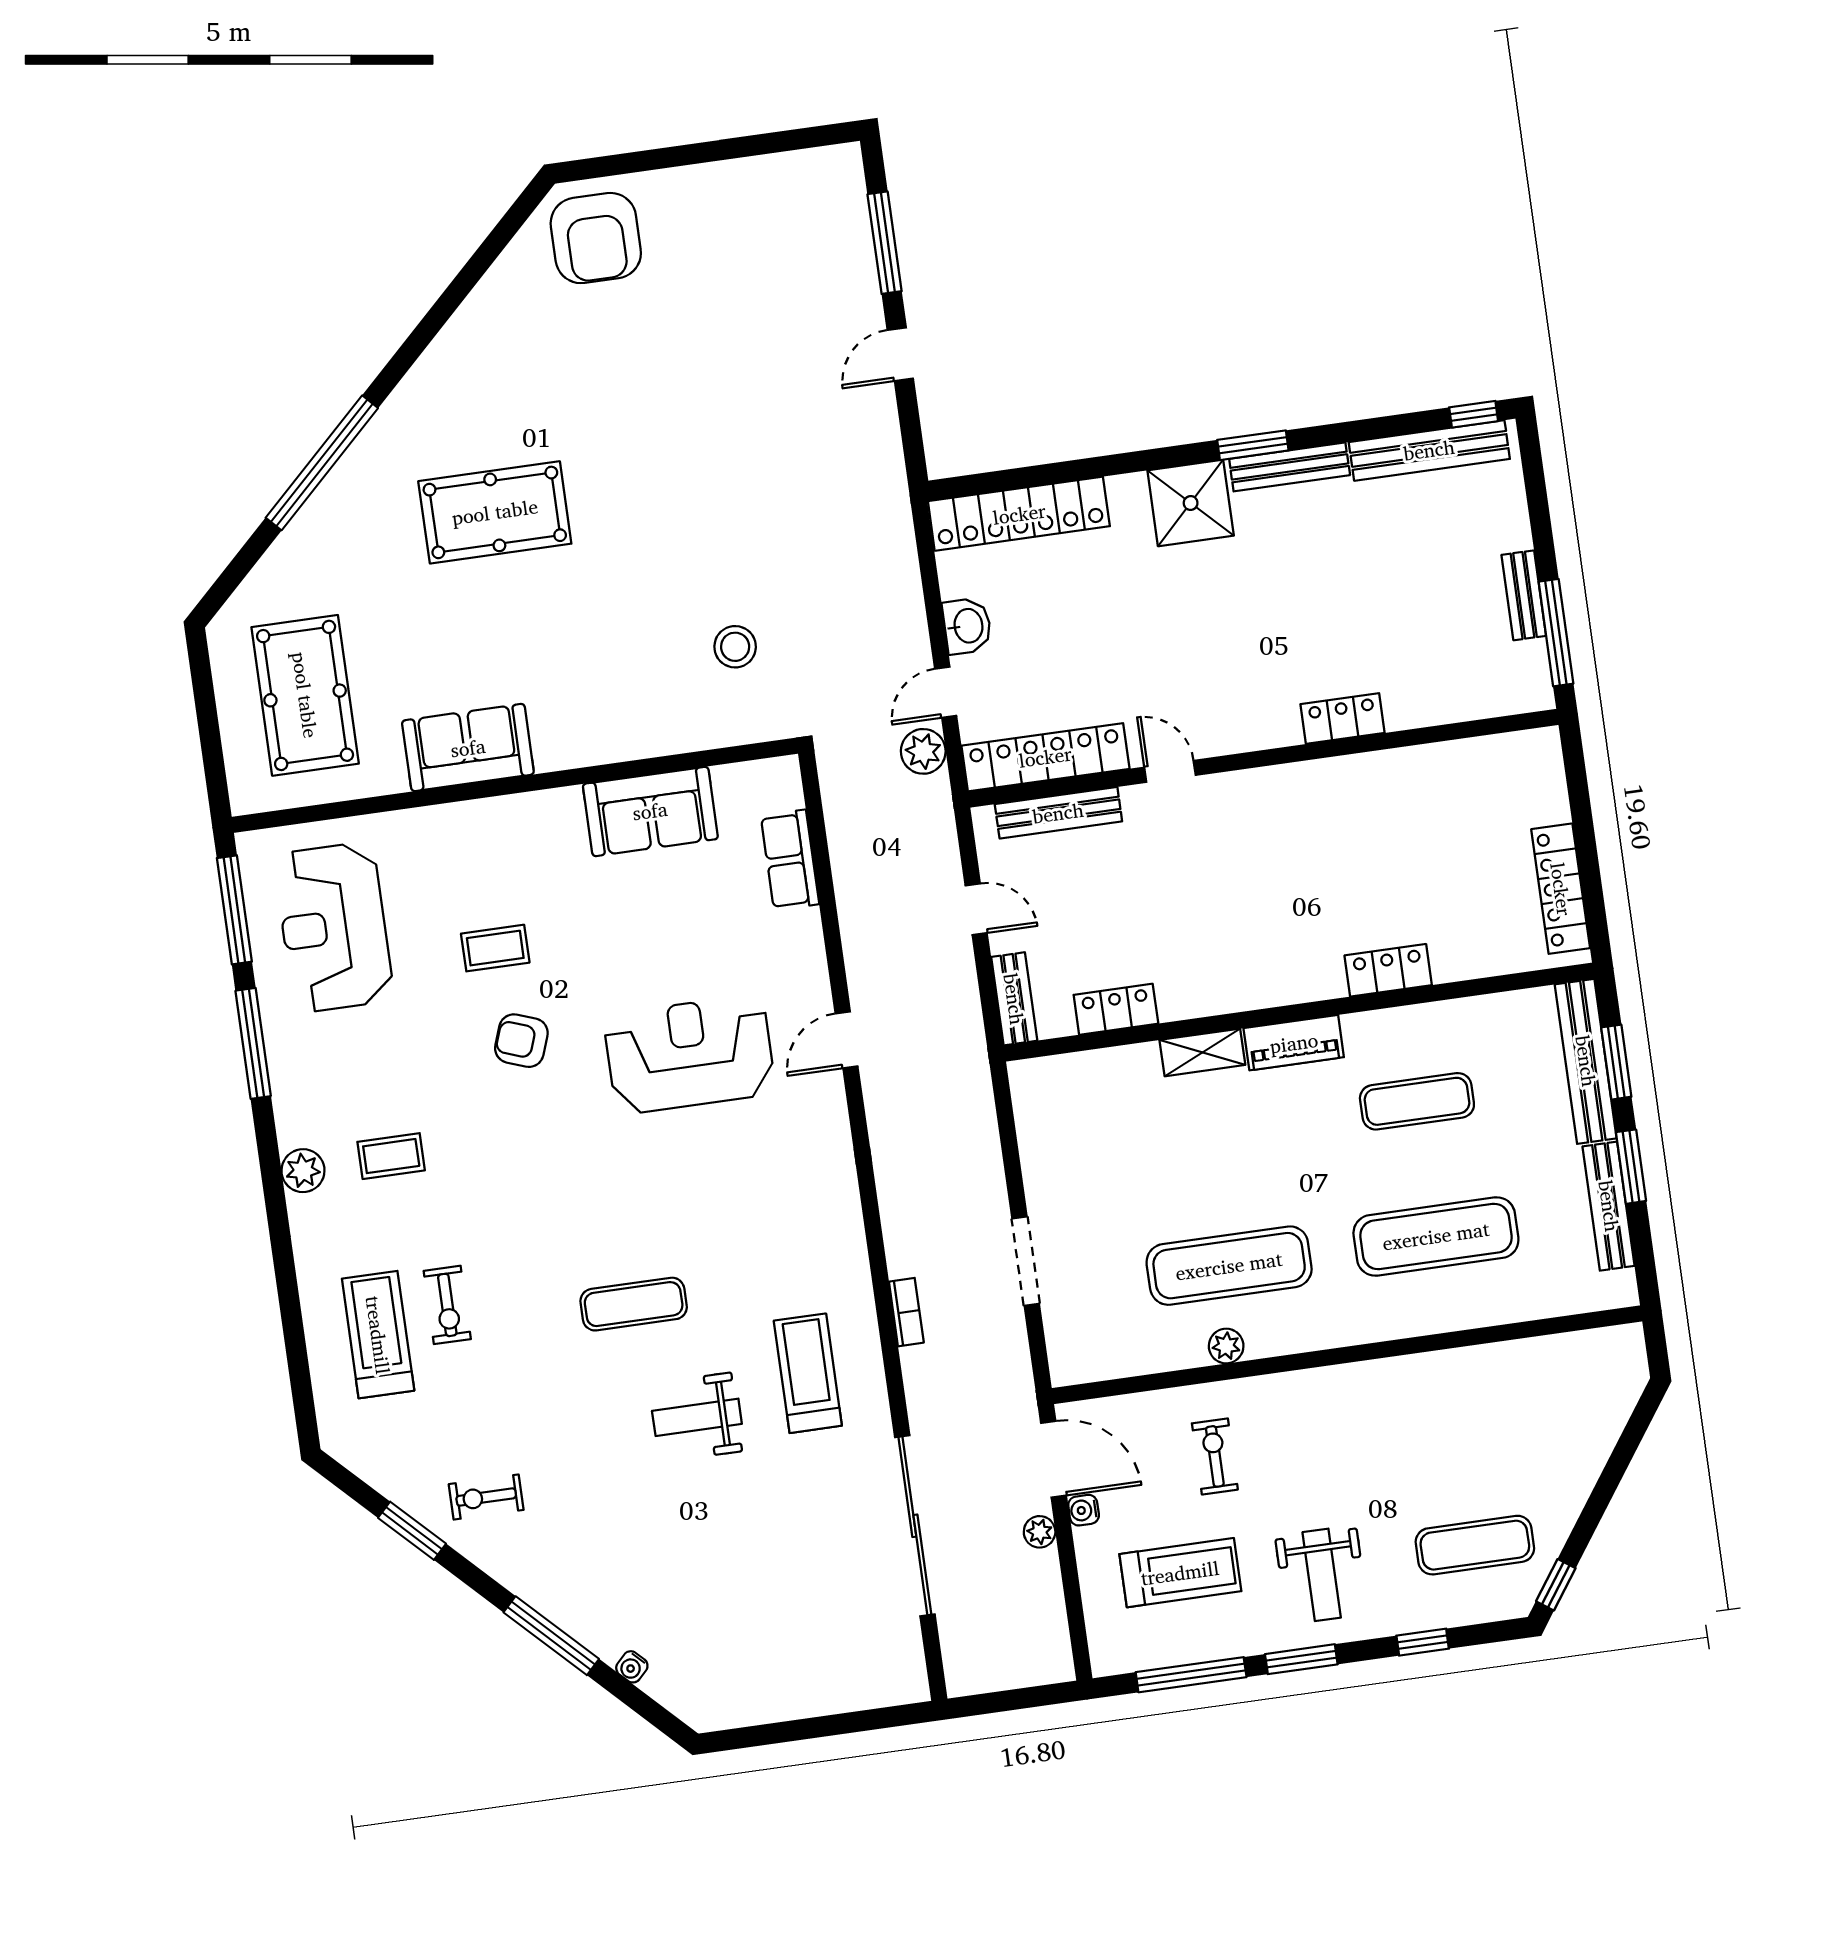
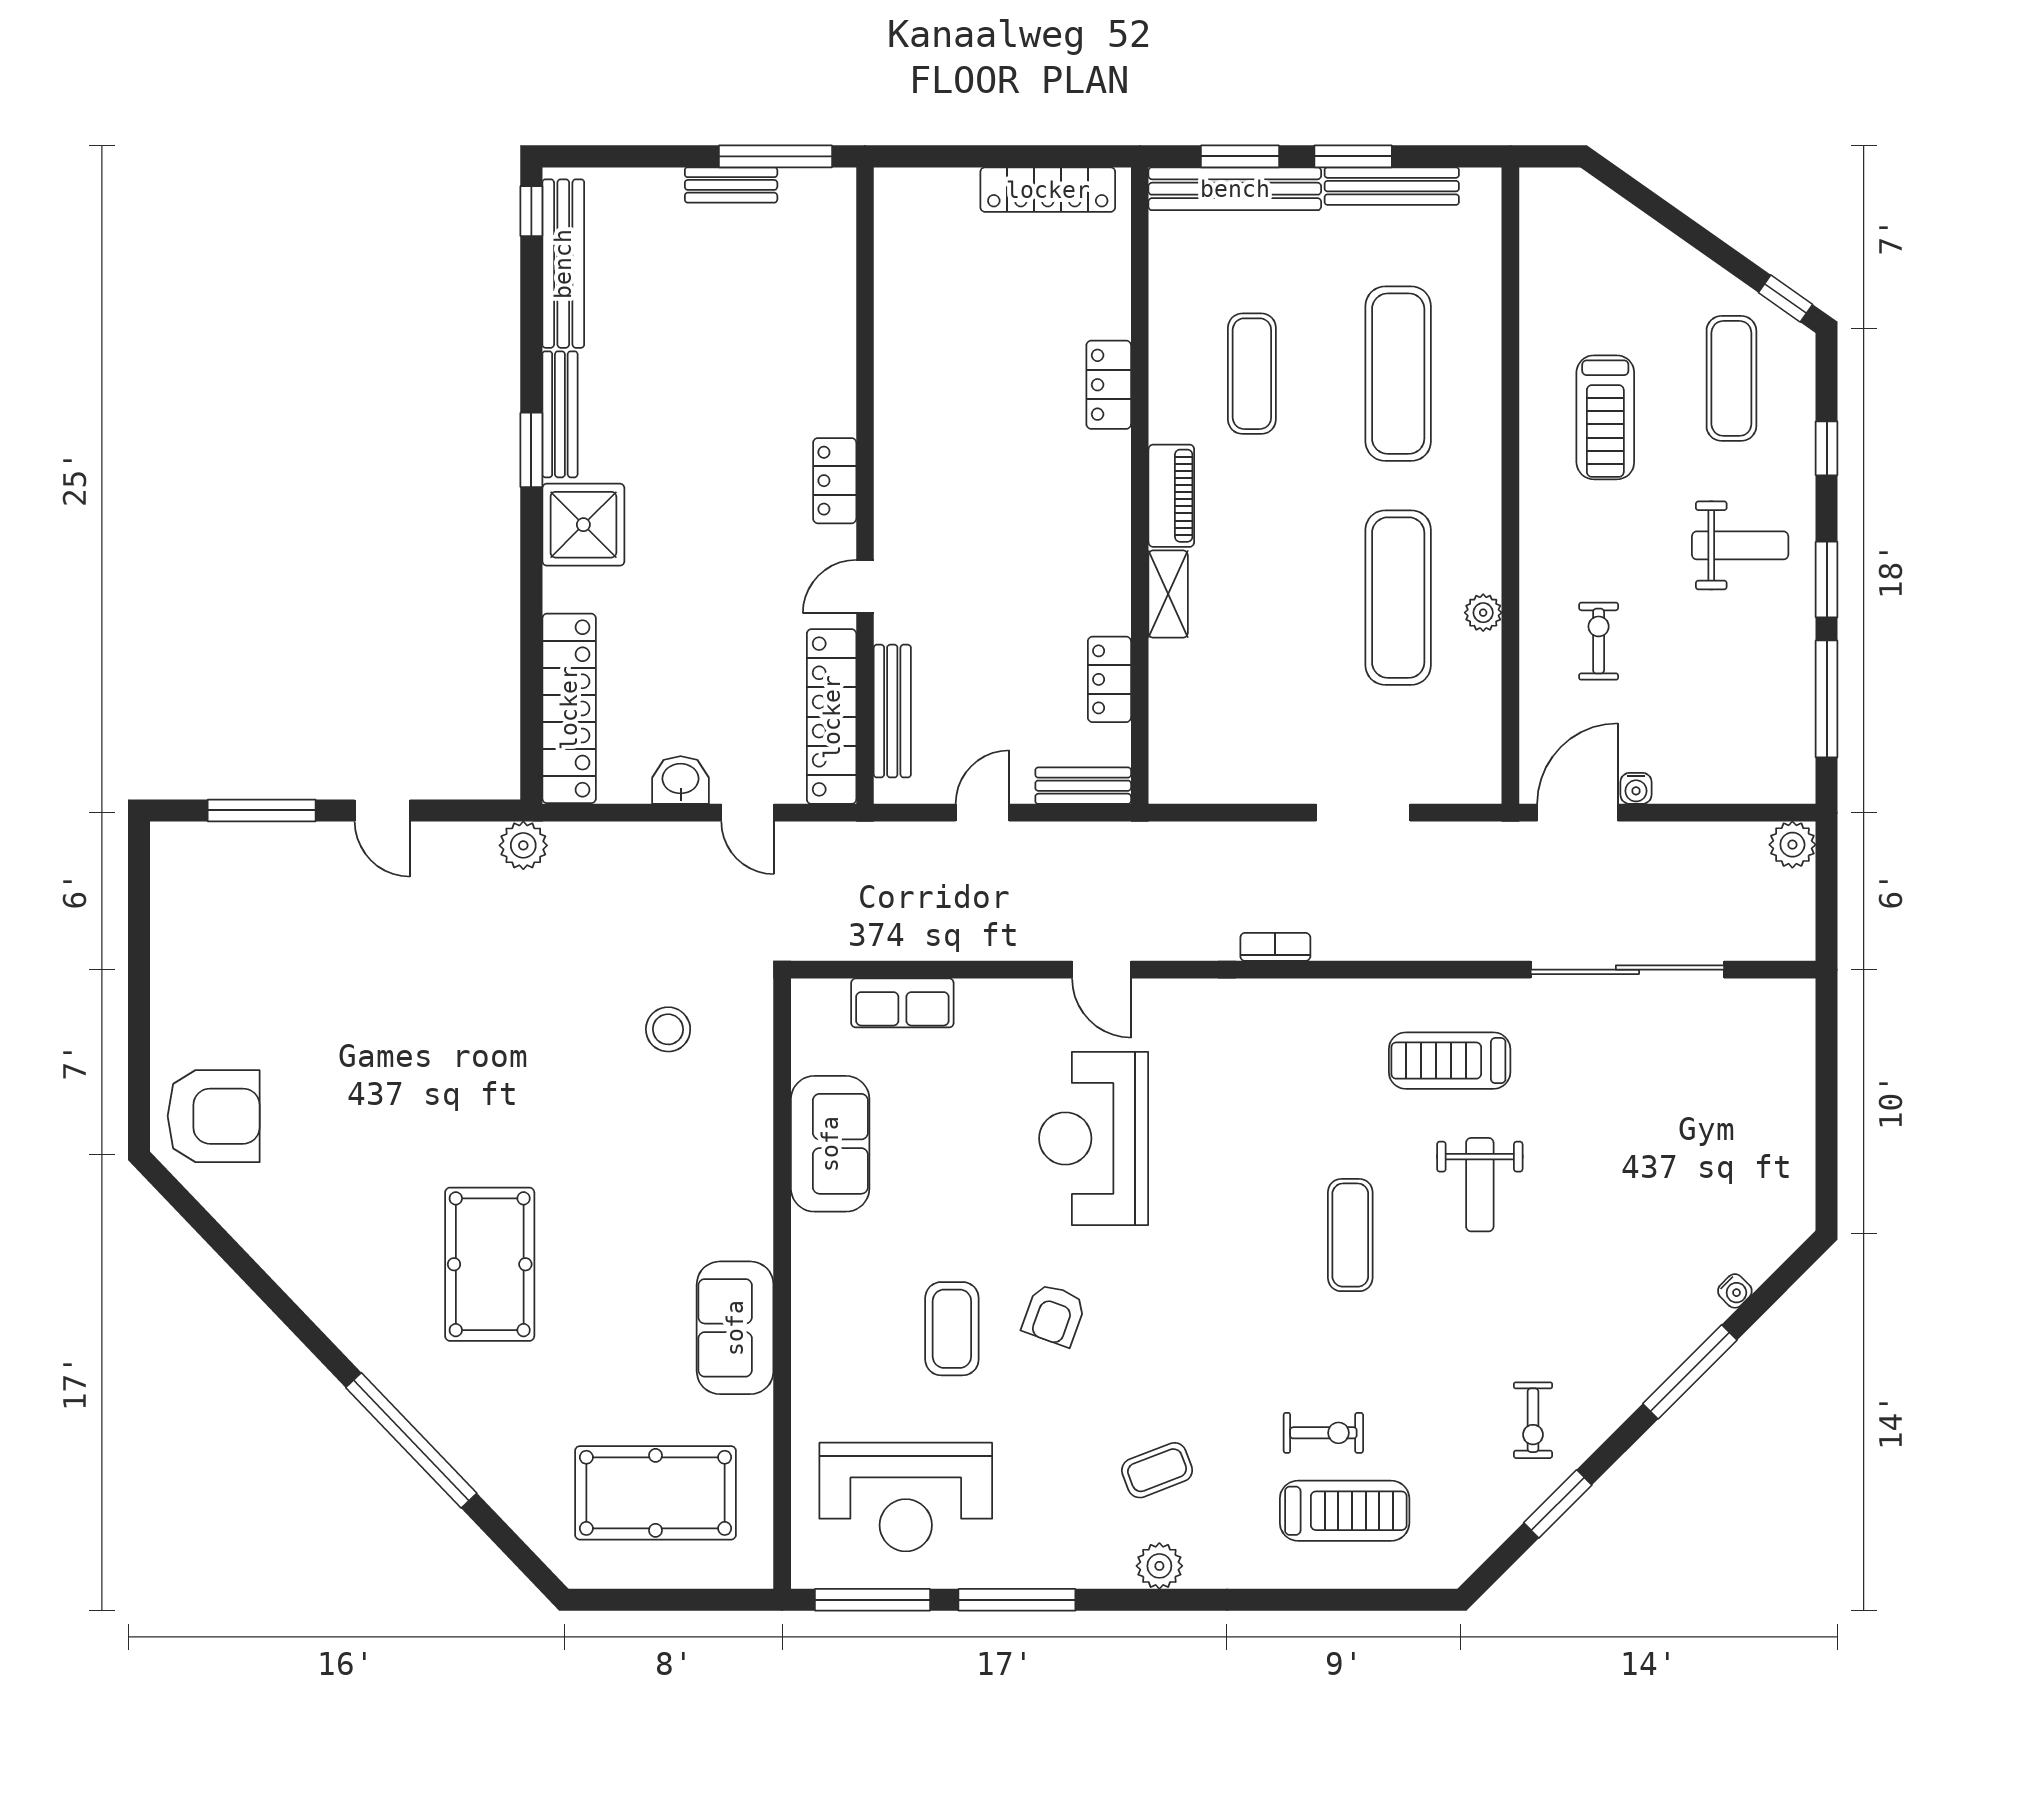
locker: (1342, 719) -> (835, 481), moved
plant: (923, 751) -> (523, 845), moved
coffee table: (495, 948) -> (952, 1329), width x1.36, depth x1.30
coffee table: (391, 1156) -> (1157, 1470), turned 69
bookcase: (906, 1312) -> (1275, 947), moved
treadmill: (378, 1335) -> (1345, 1511), turned 180
exercise bike: (1215, 1456) -> (1599, 641), turned 90
plant: (1040, 1532) -> (1792, 845), moved, width x1.38, depth x1.38
treadmill: (1180, 1573) -> (1605, 417), moved, turned 180

